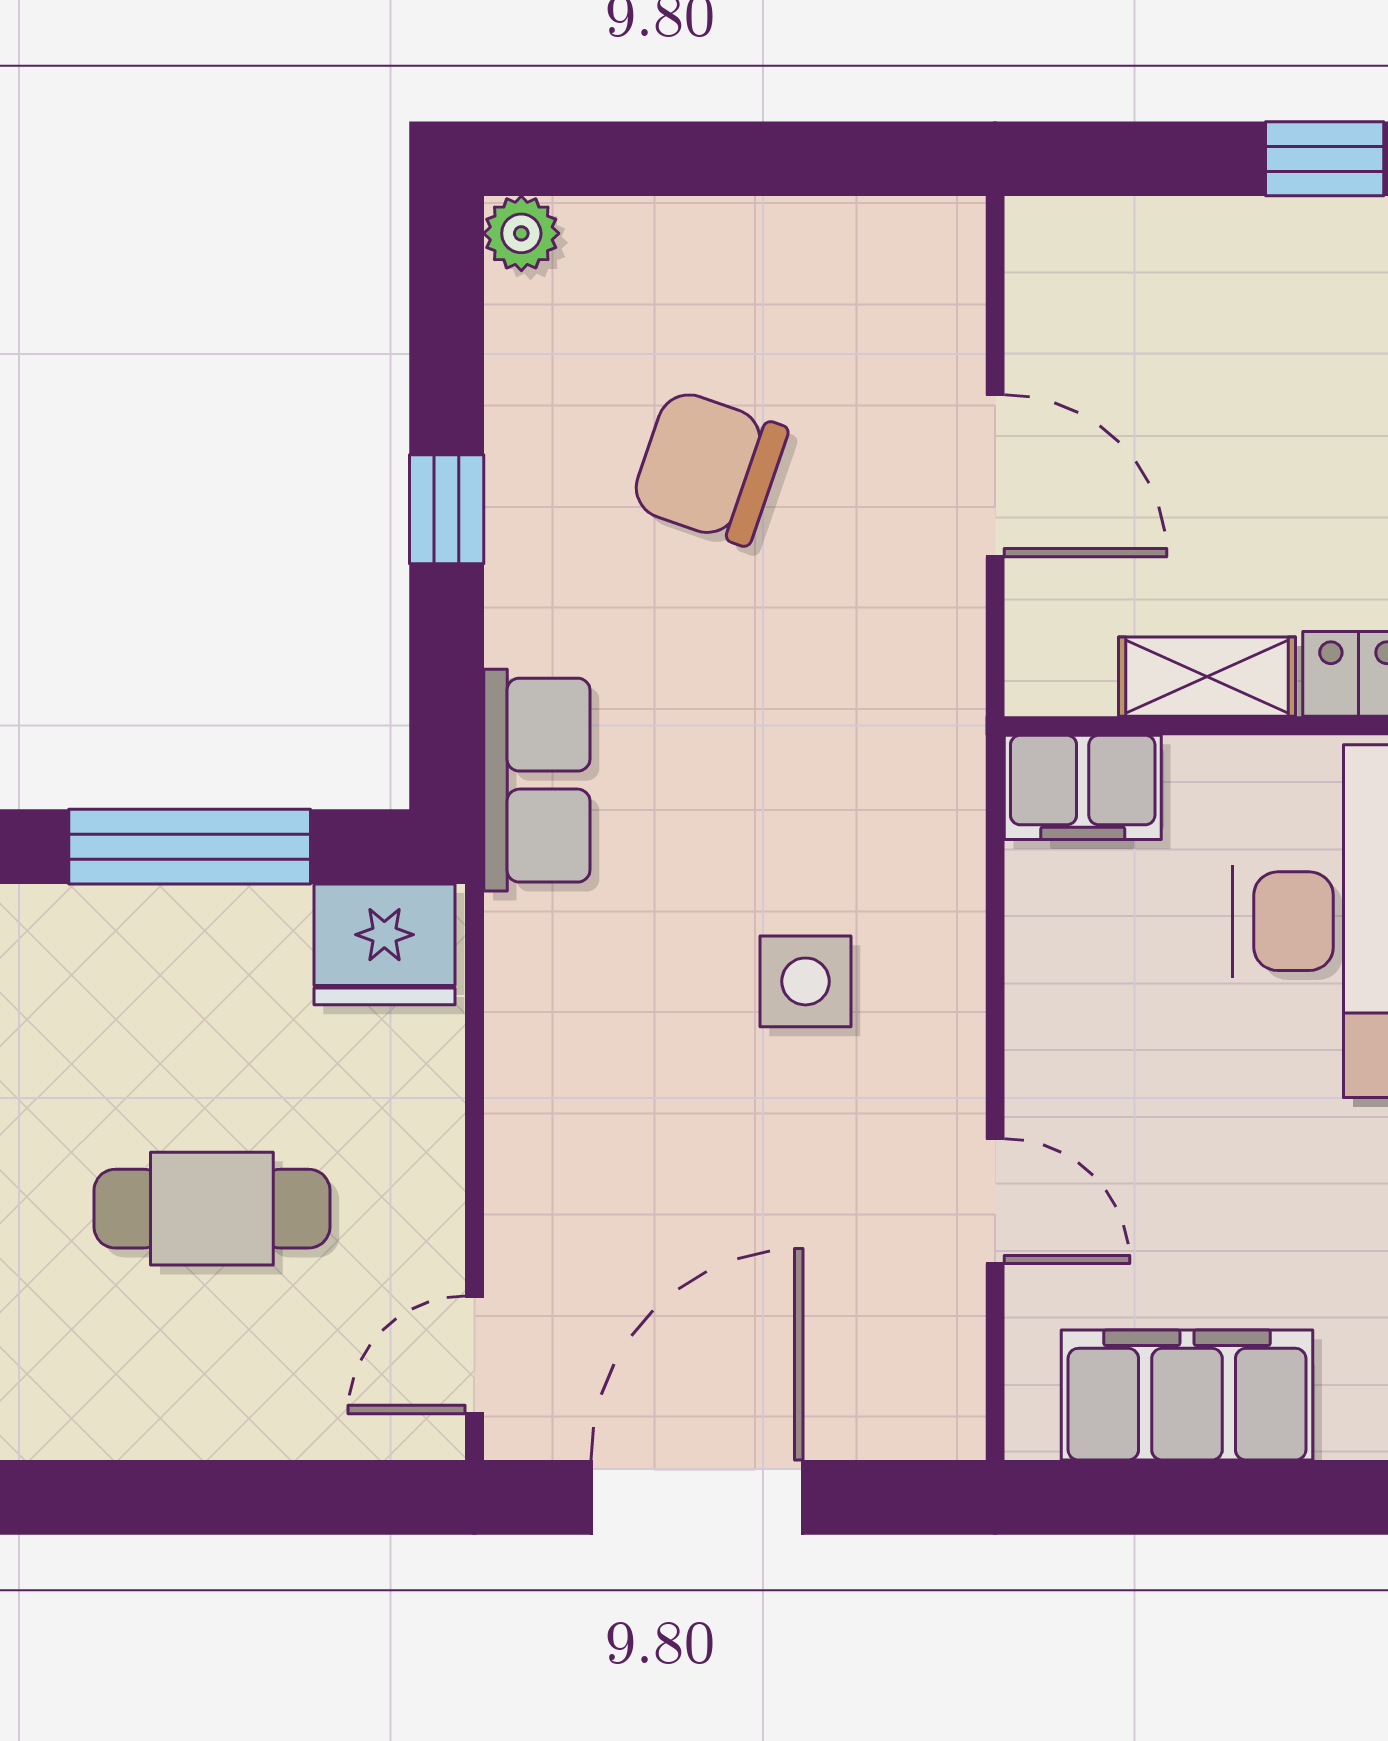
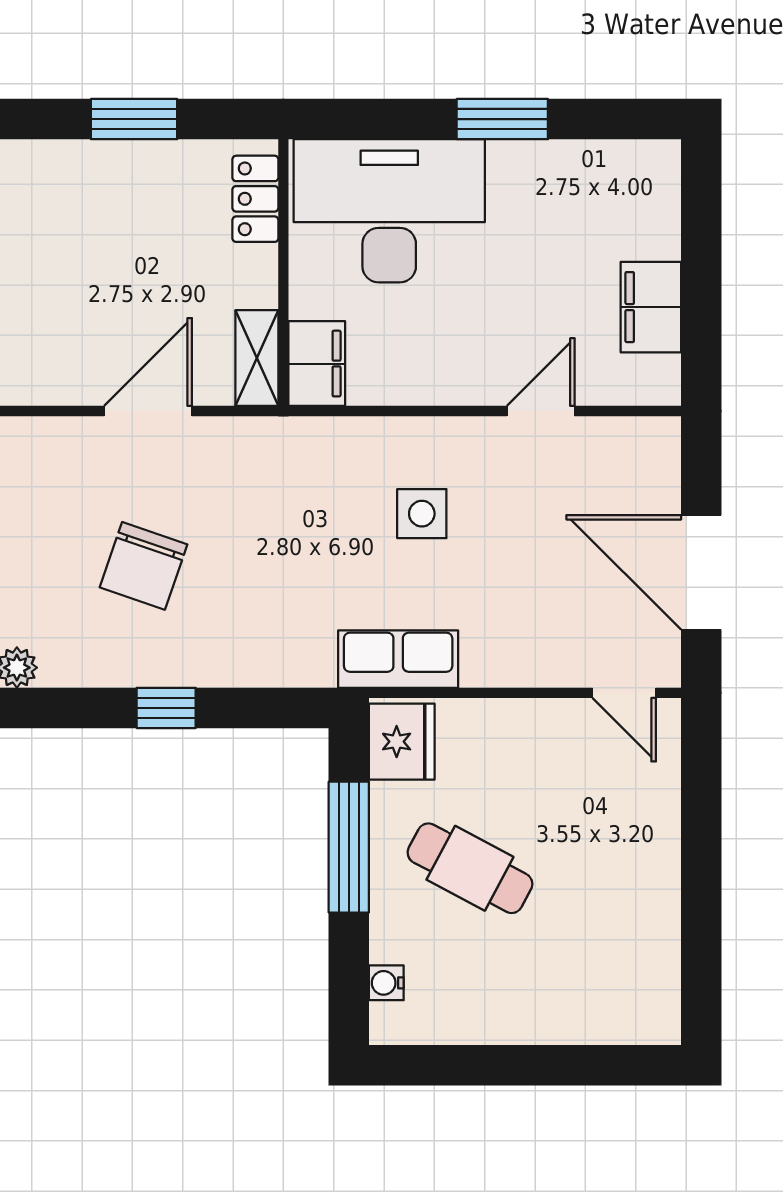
shelving: (1207, 677) -> (257, 358), moved
row of seats: (537, 780) -> (398, 659), moved
cafe table: (212, 1209) -> (470, 868), moved, turned -62
filing cabinet: (1187, 1395) -> (651, 307), width x0.67, depth x0.86

